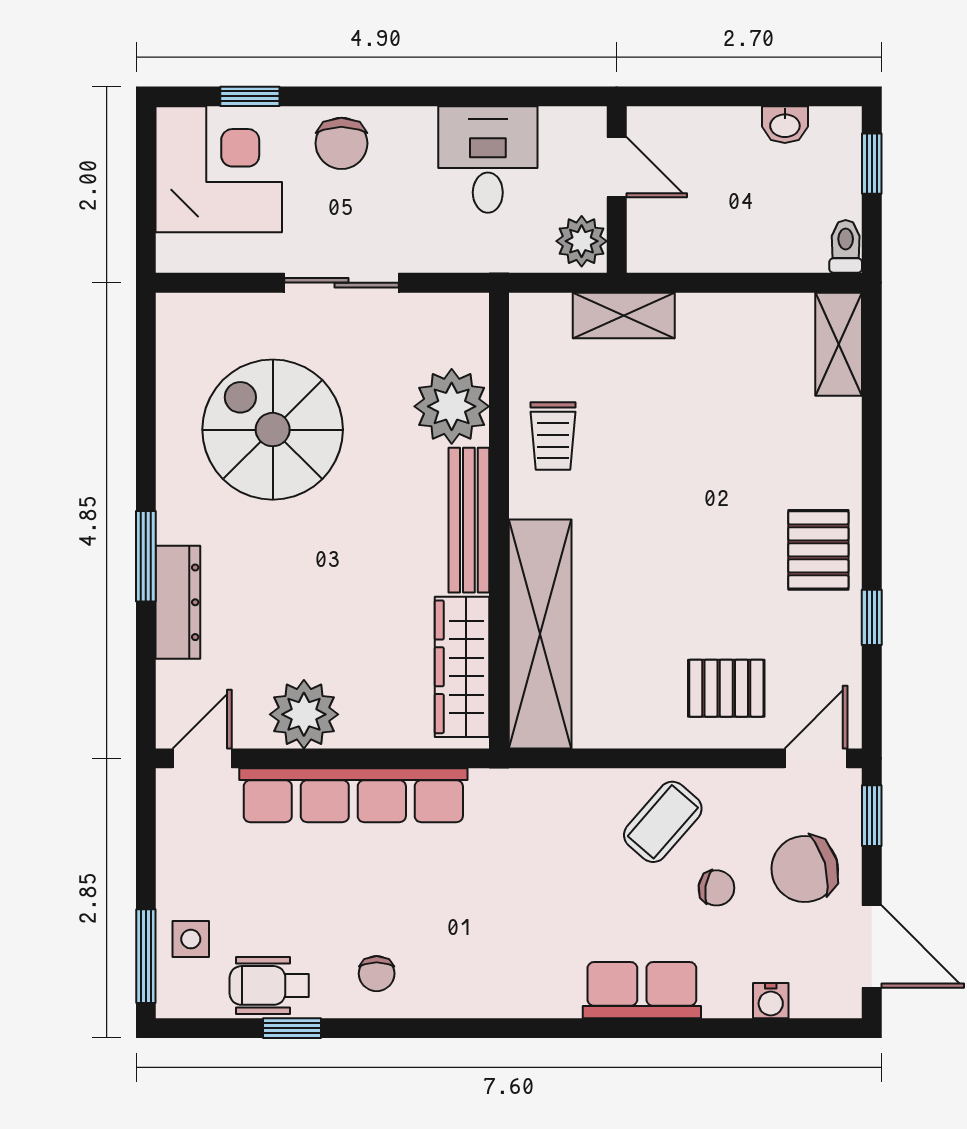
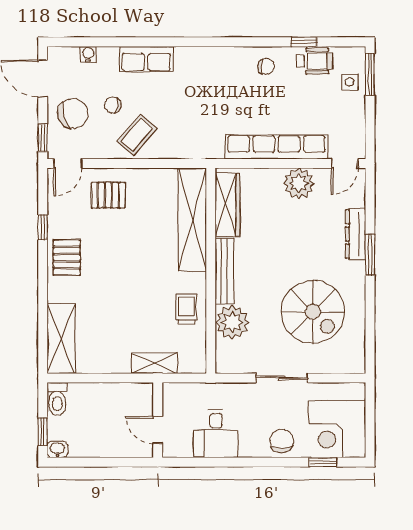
washbasin: (785, 125) -> (57, 449), moved
plant: (582, 241) -> (174, 397), removed
toilet: (846, 246) -> (57, 399), width x1.37, depth x1.39
shelving: (839, 344) -> (61, 339), width x1.50, depth x1.33
chair: (377, 974) -> (266, 66), turned 90

